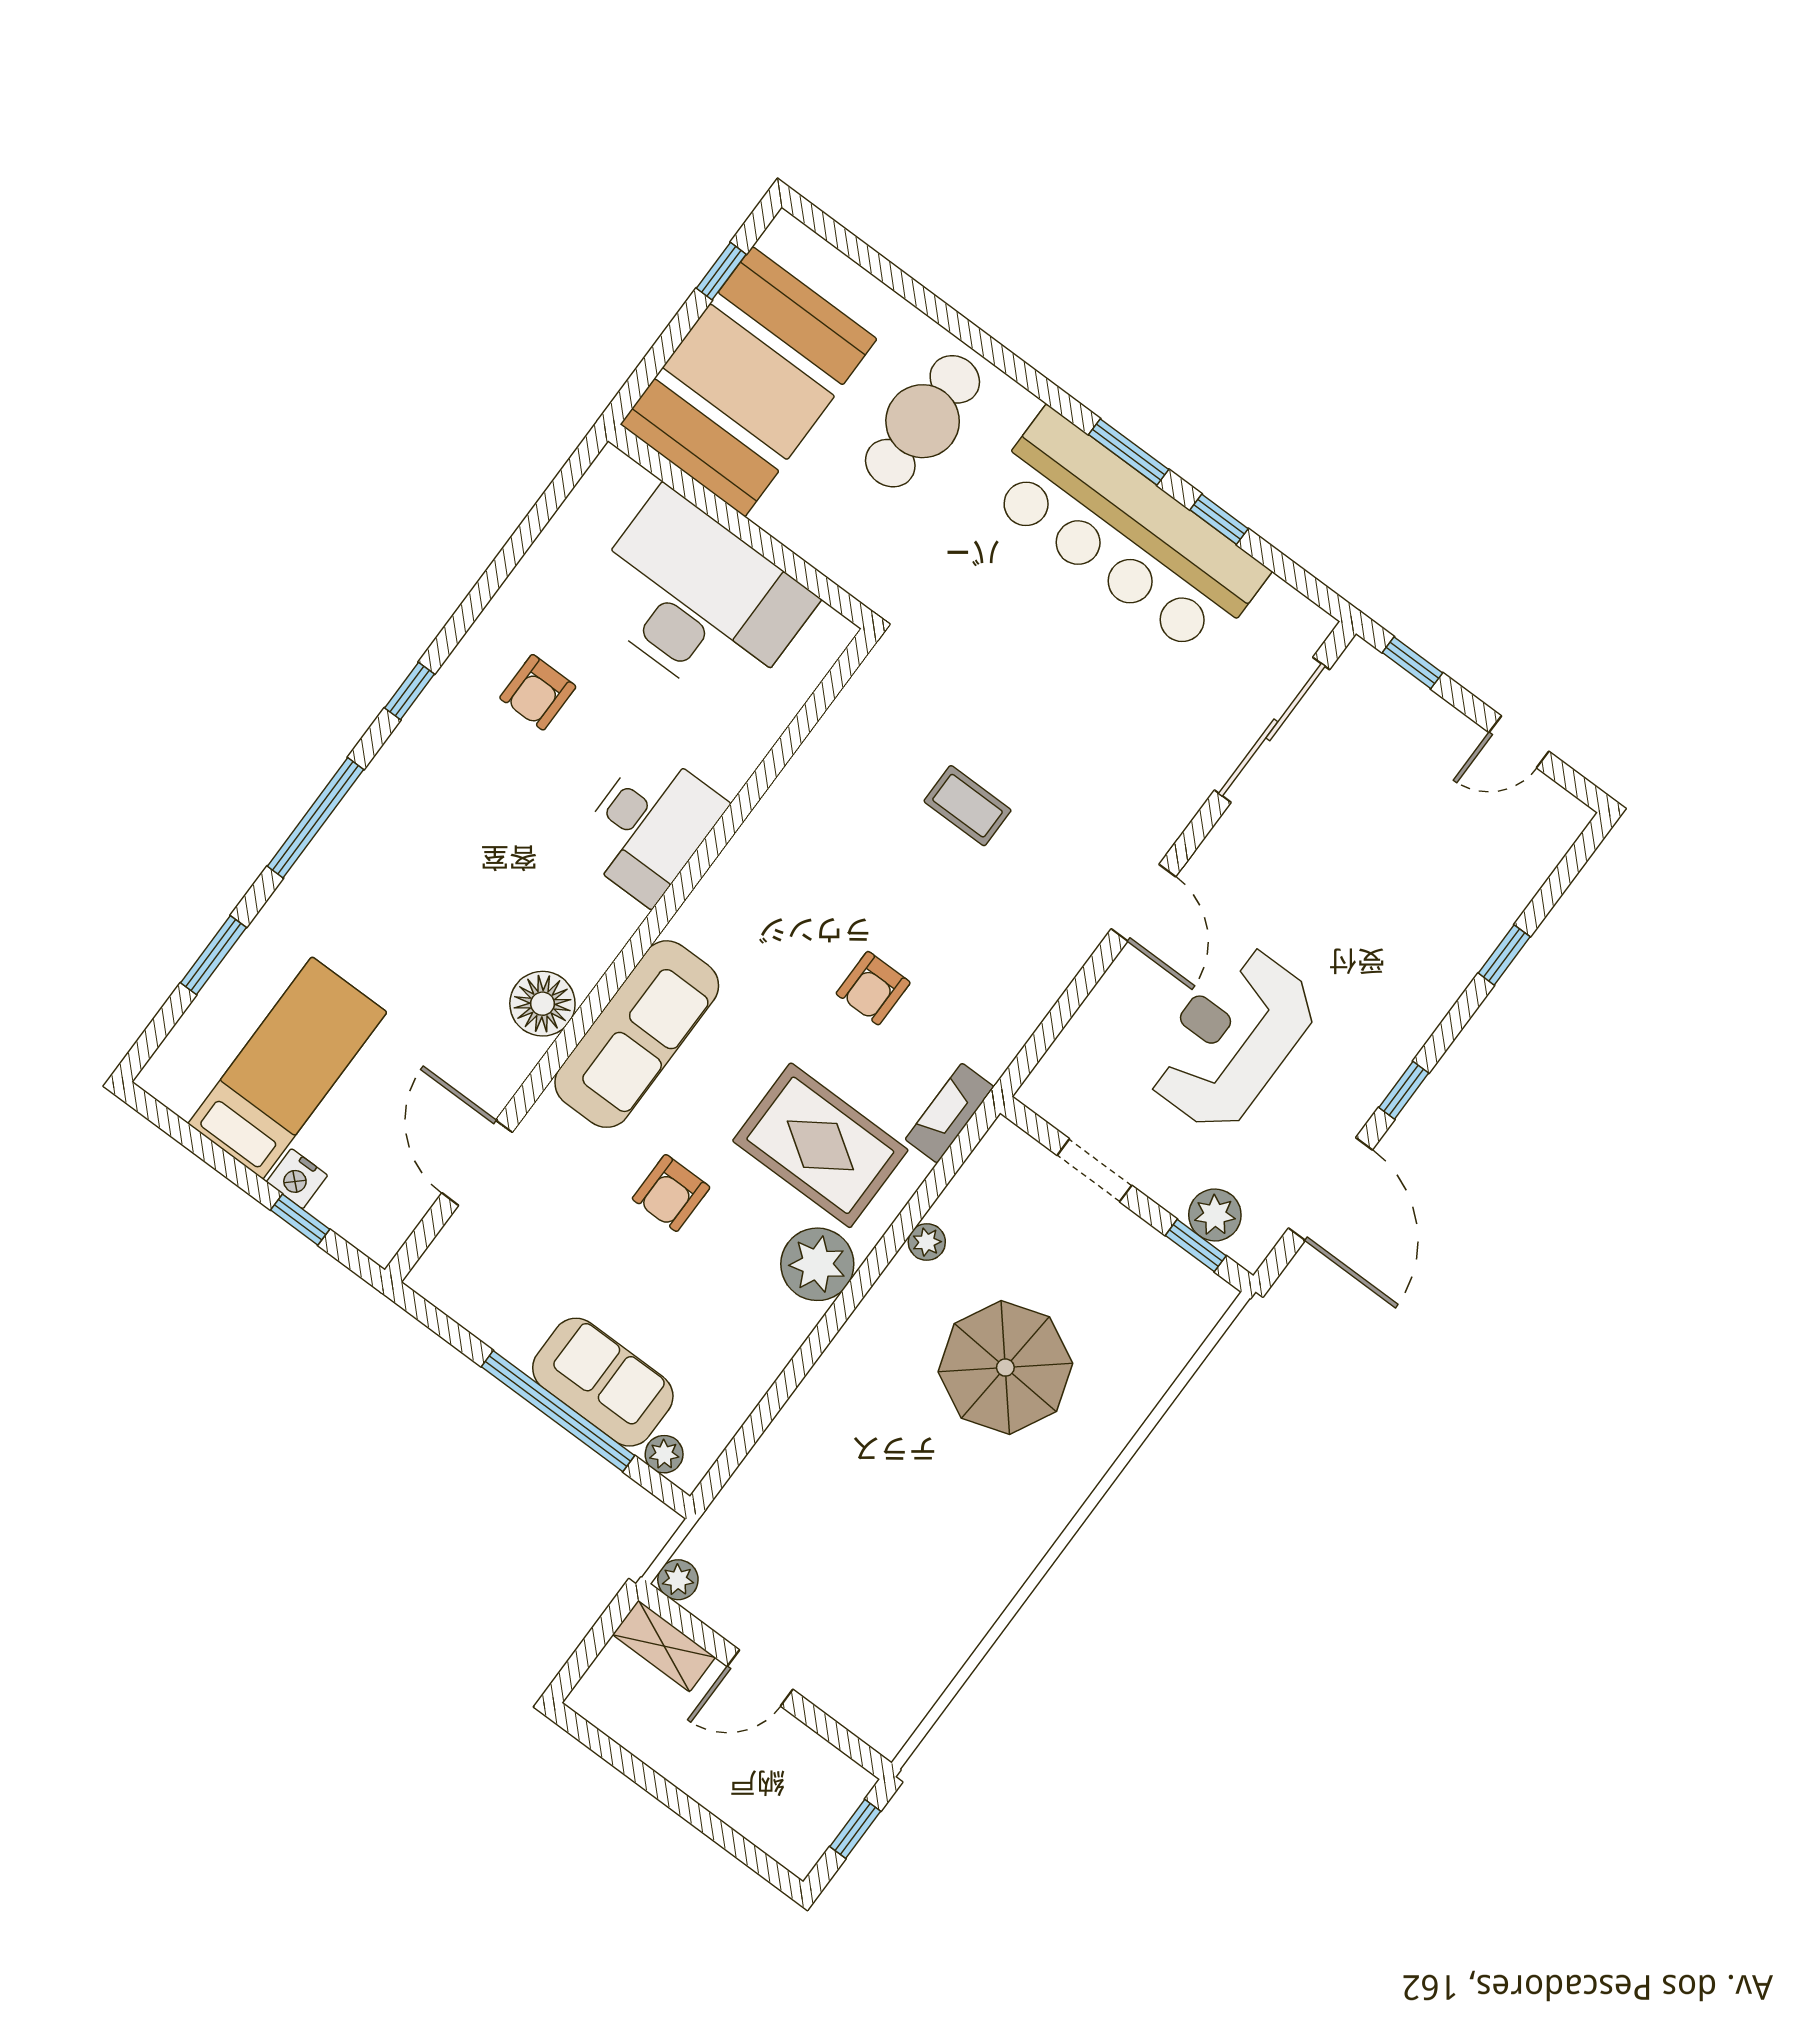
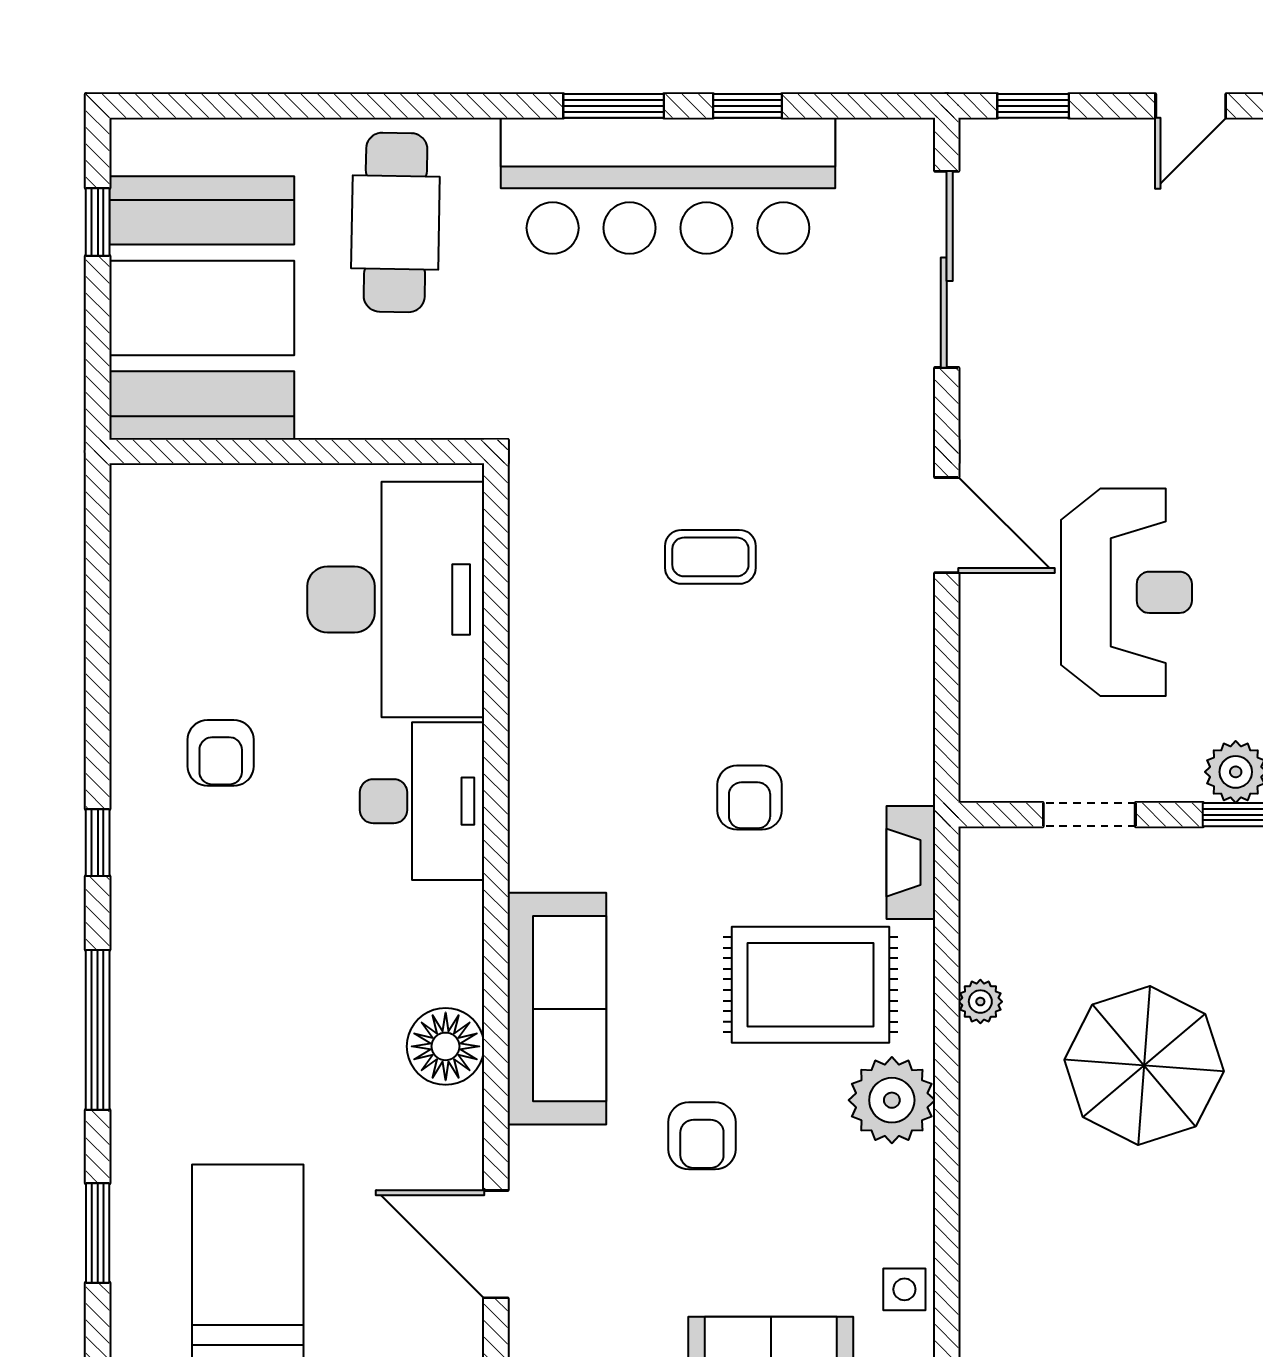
desk: (698, 600) -> (396, 600), moved, turned 90
reception desk: (1231, 1039) -> (1126, 592), turned 180
side table: (731, 1399) -> (904, 1289), added

